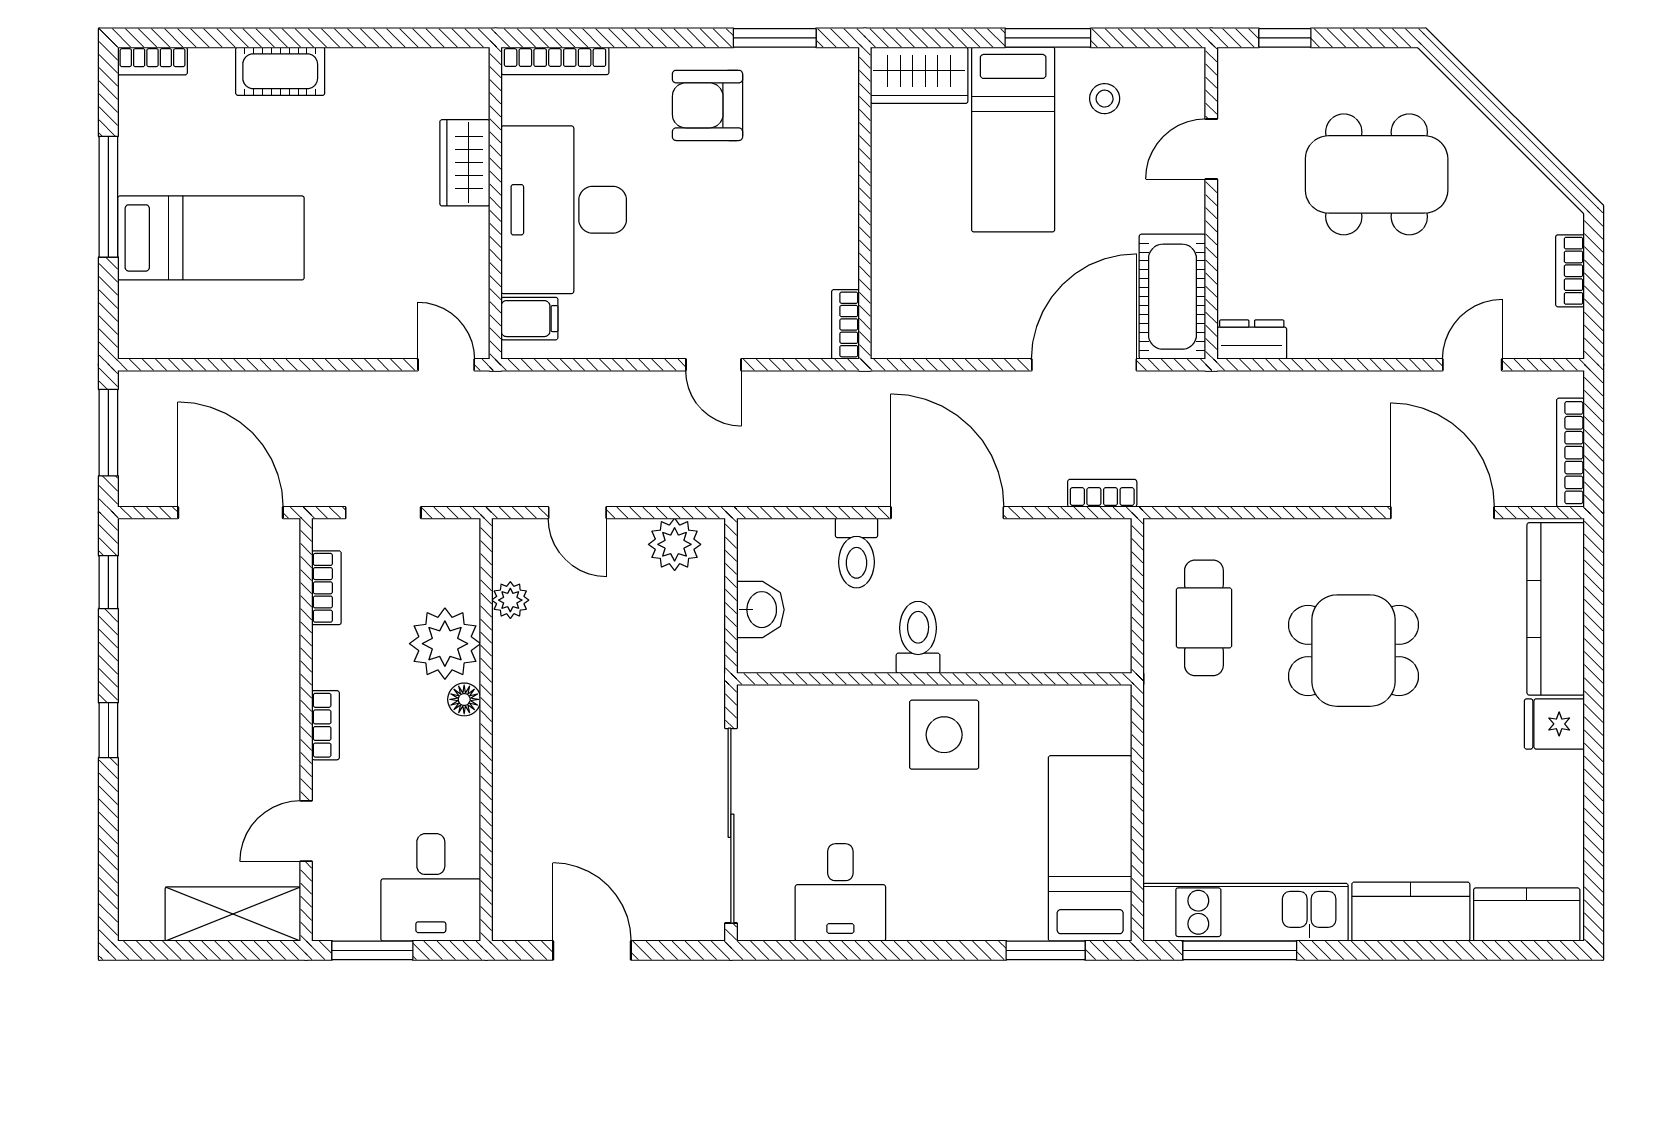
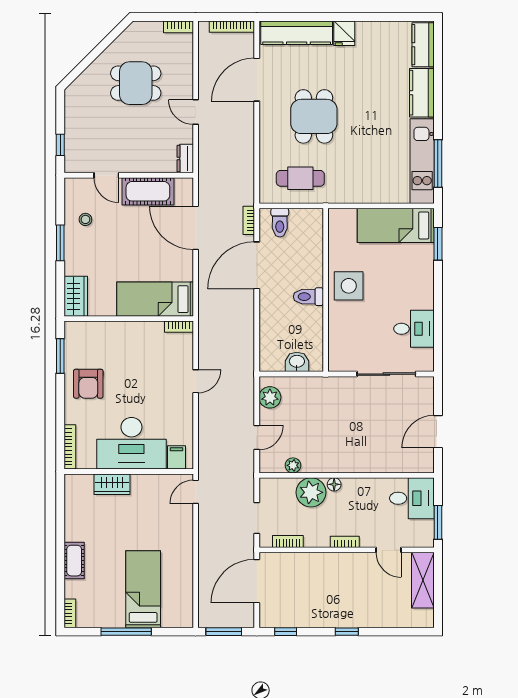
bed: (1013, 139) -> (155, 299), moved, turned 180
dining table: (1377, 174) -> (136, 83), moved, width x0.73
bookcase: (1570, 271) -> (178, 27), moved
cot: (1172, 297) -> (148, 191), moved
door: (1472, 365) -> (196, 112), moved
door: (947, 513) -> (257, 265), moved
toilet: (856, 553) -> (280, 223), moved, turned 90
sliding door: (731, 826) -> (386, 374), width x0.73

